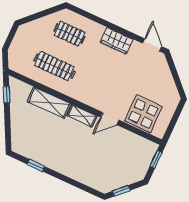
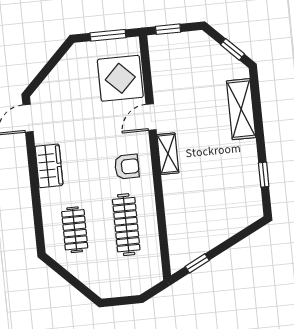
armchair: (89, 87) -> (127, 167), added
shelving: (49, 103) -> (241, 109), moved
door: (110, 119) -> (151, 117), swing flipped
window: (173, 122) -> (108, 35), added

